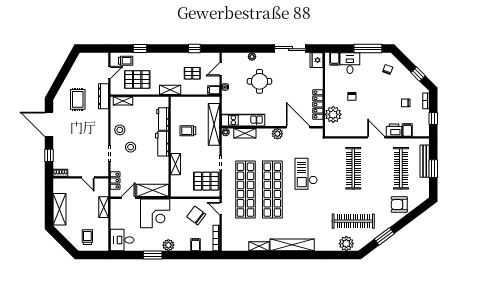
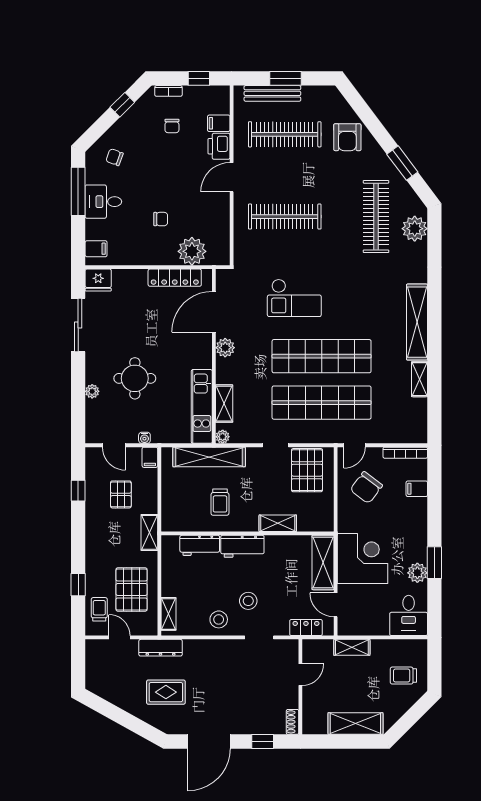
desk: (350, 63) -> (103, 202), moved
plant: (168, 245) -> (417, 573), moved

